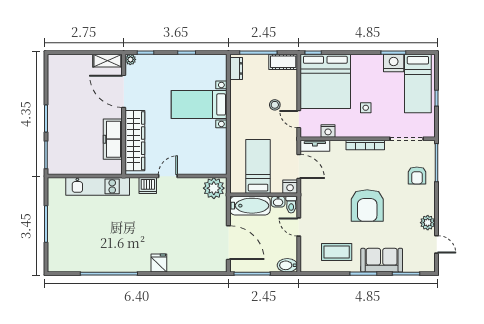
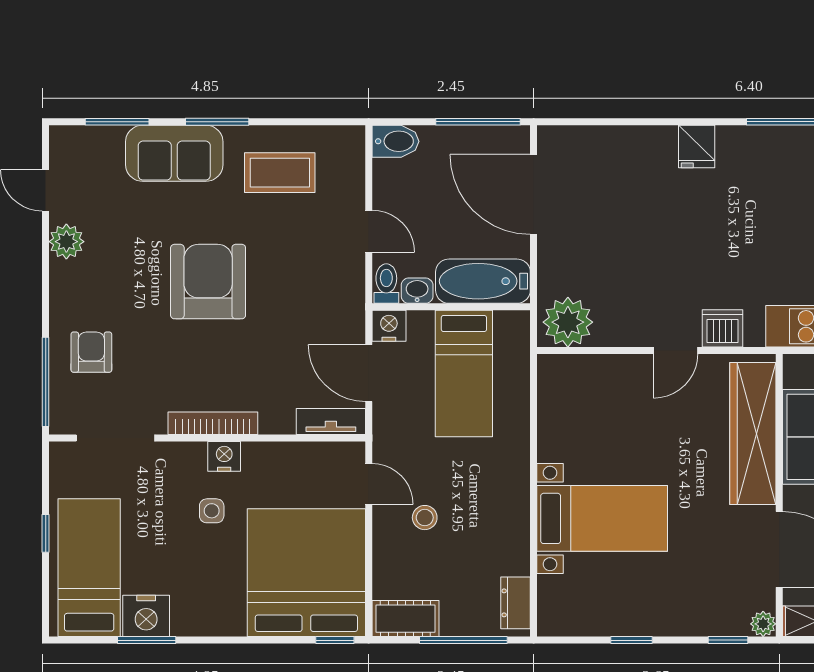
nightstand: (328, 131) -> (224, 456), moved

